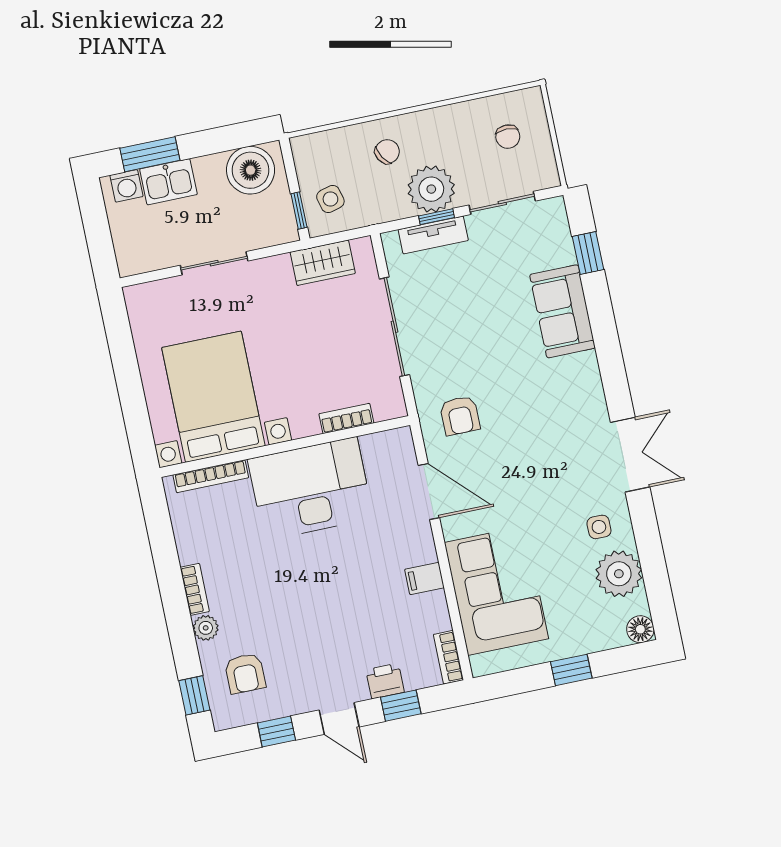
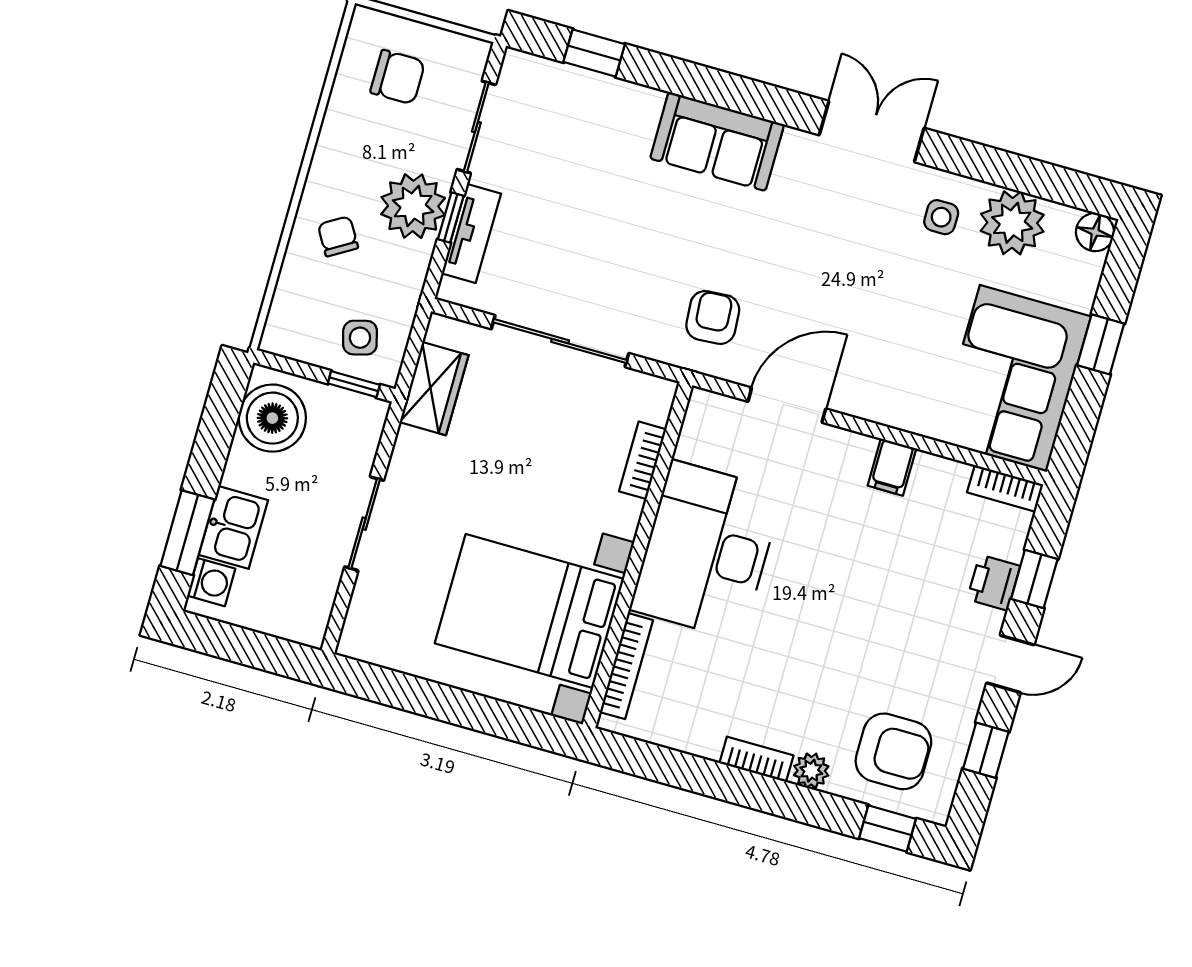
chair: (508, 137) -> (398, 77), width x1.37, depth x1.37
sofa: (563, 311) -> (717, 141), moved
armchair: (460, 416) -> (713, 317), turned -94
corner sofa: (496, 591) -> (1013, 378), moved, turned -90
armchair: (245, 673) -> (893, 751), width x1.38, depth x1.38

